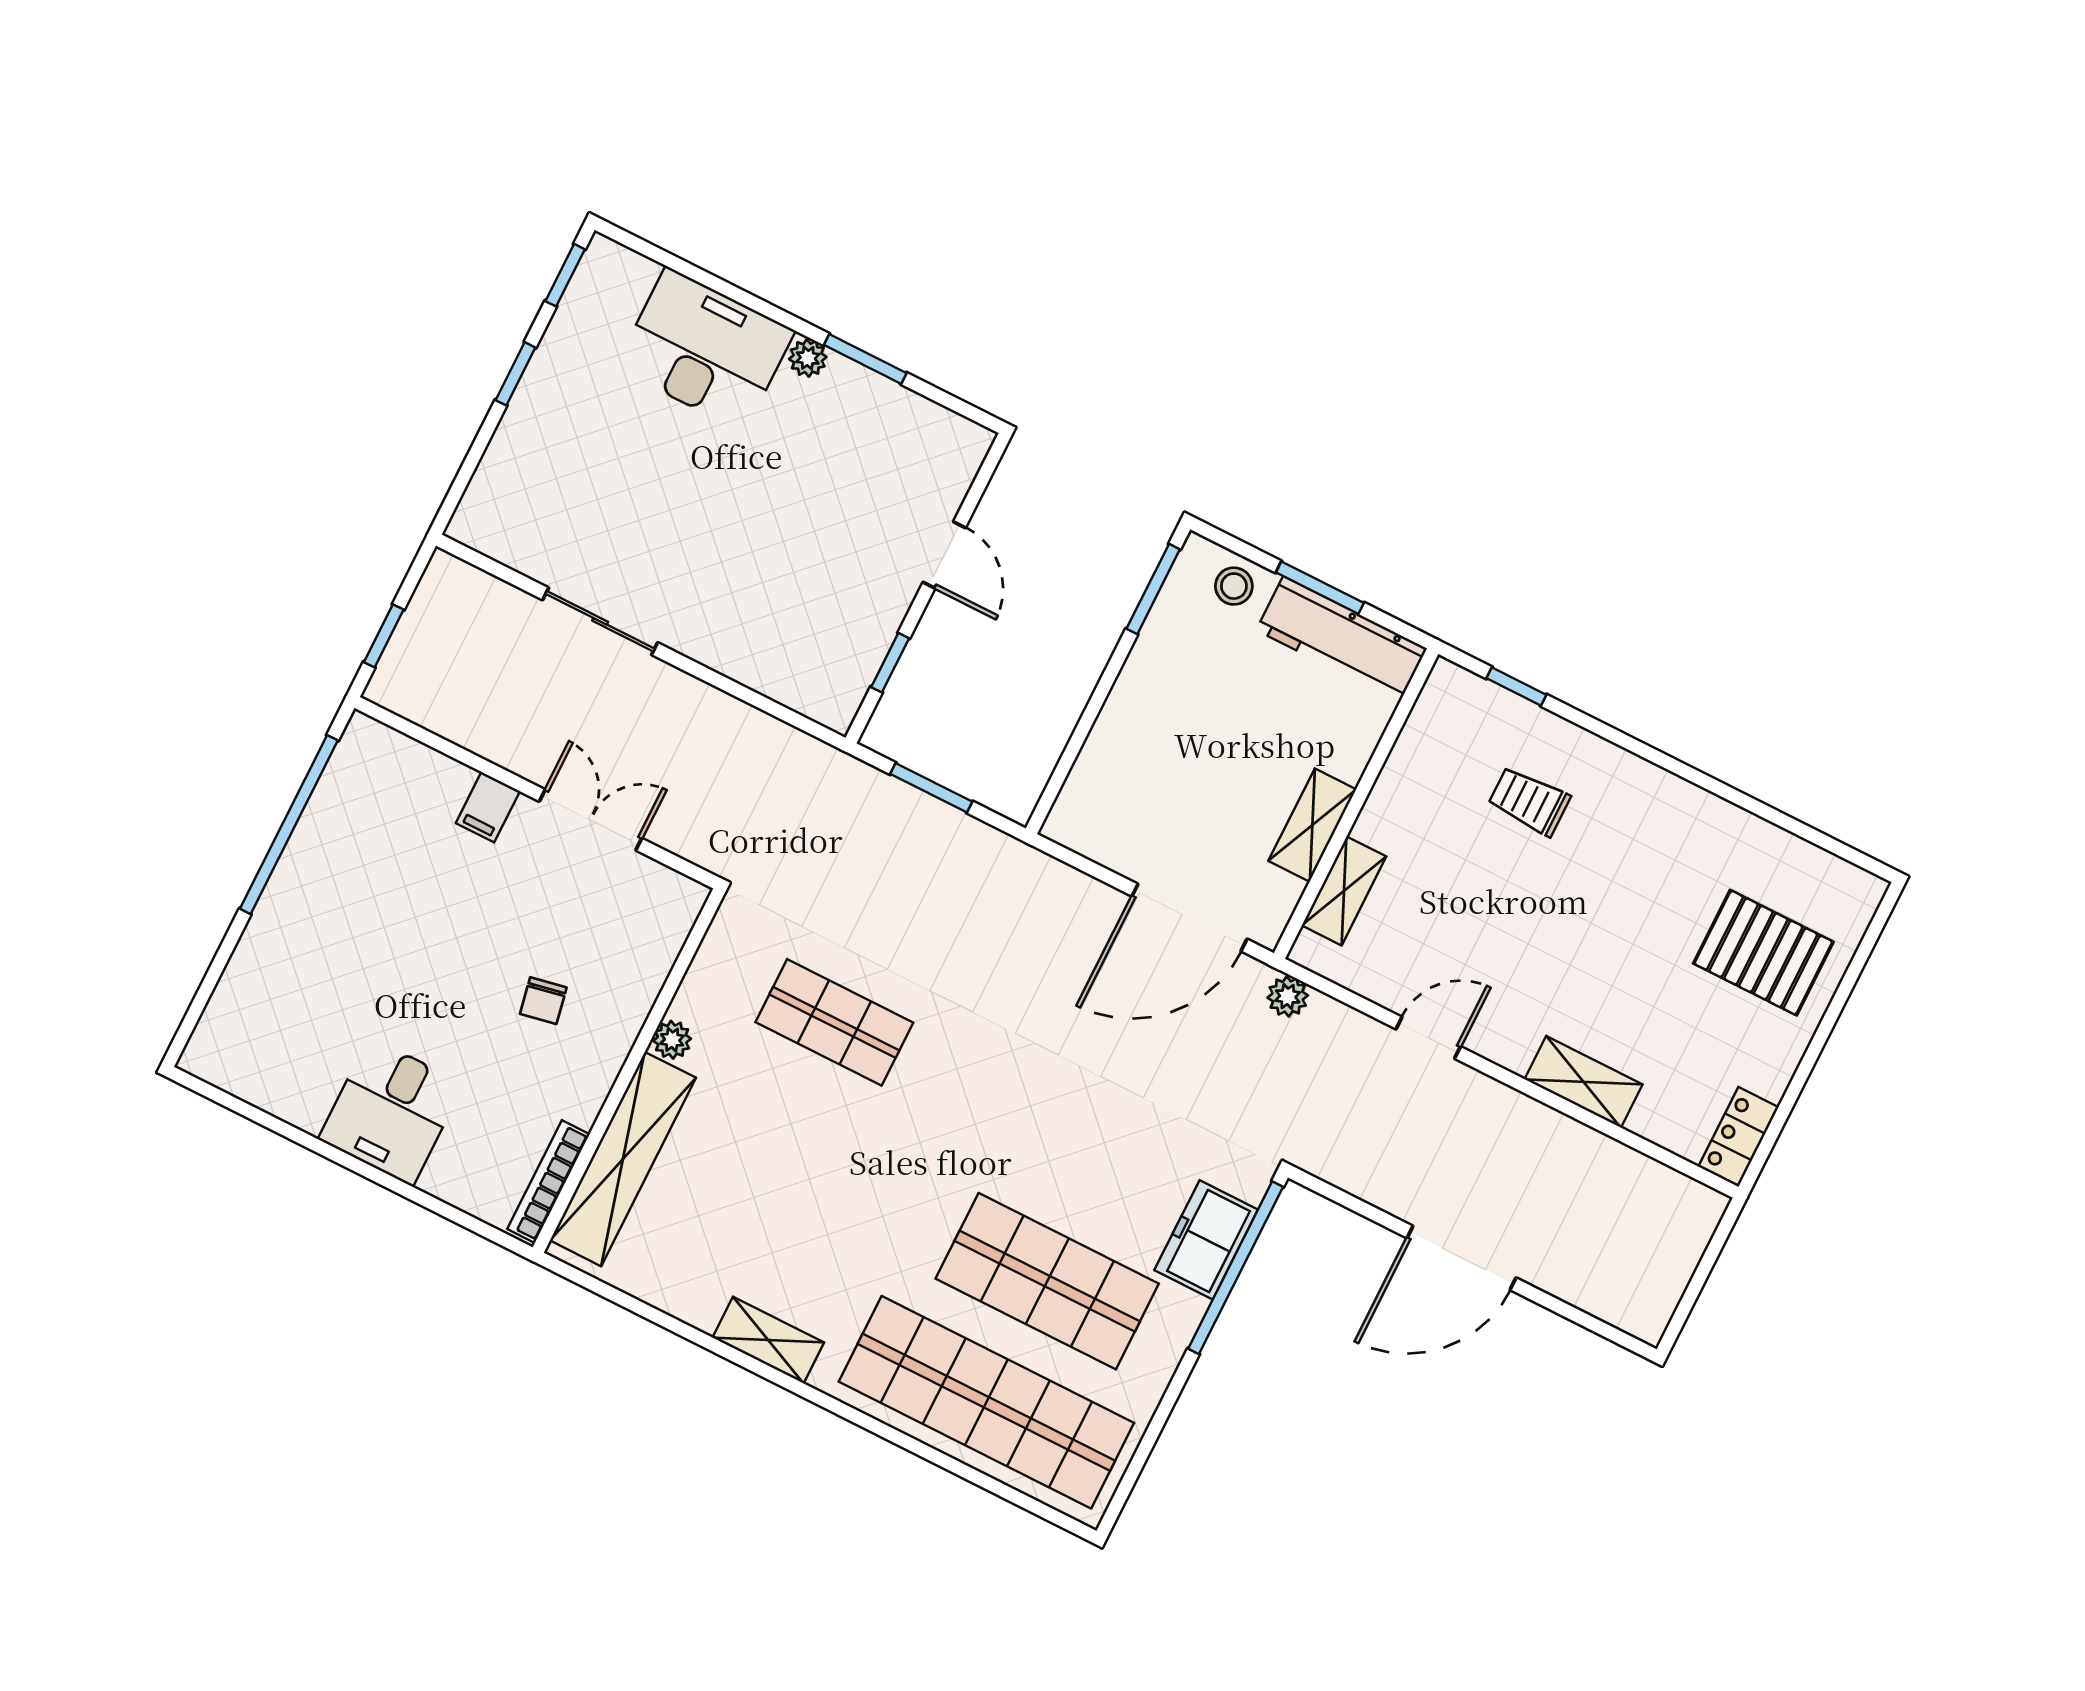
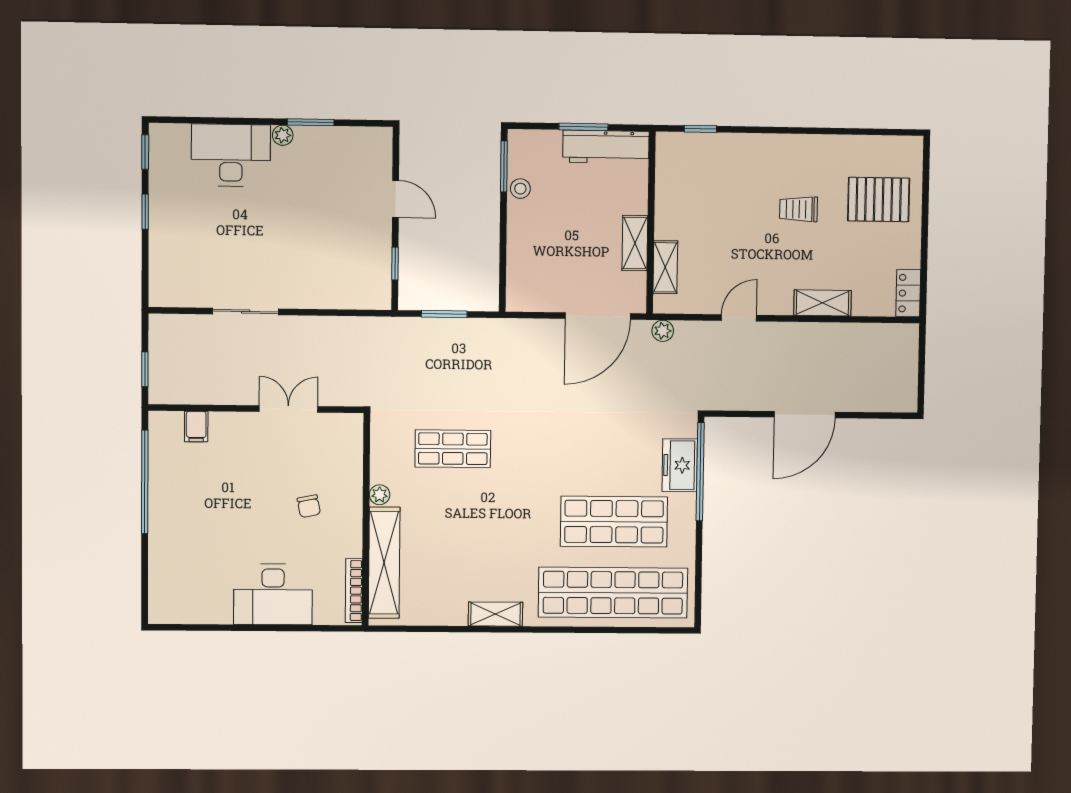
stool: (1234, 586) -> (520, 189), moved
trolley: (1529, 801) -> (799, 209), moved
filing cabinet: (488, 807) -> (196, 427), moved
desk: (391, 1112) -> (273, 594), width x1.37

